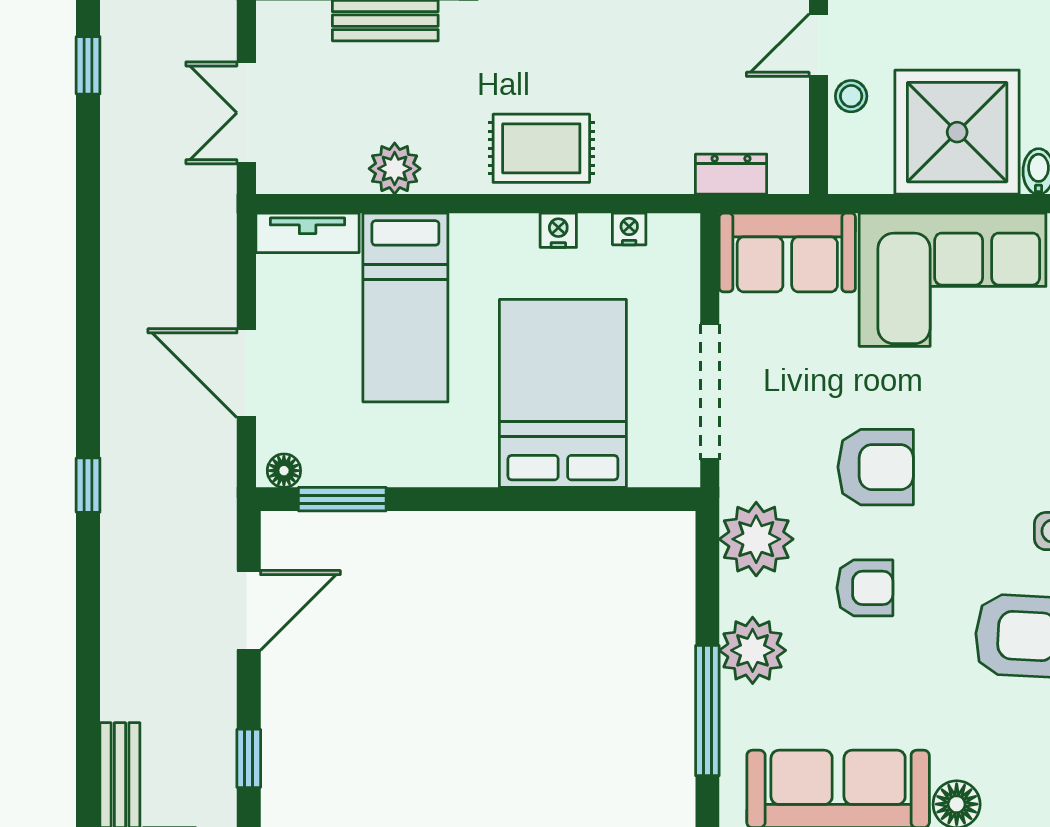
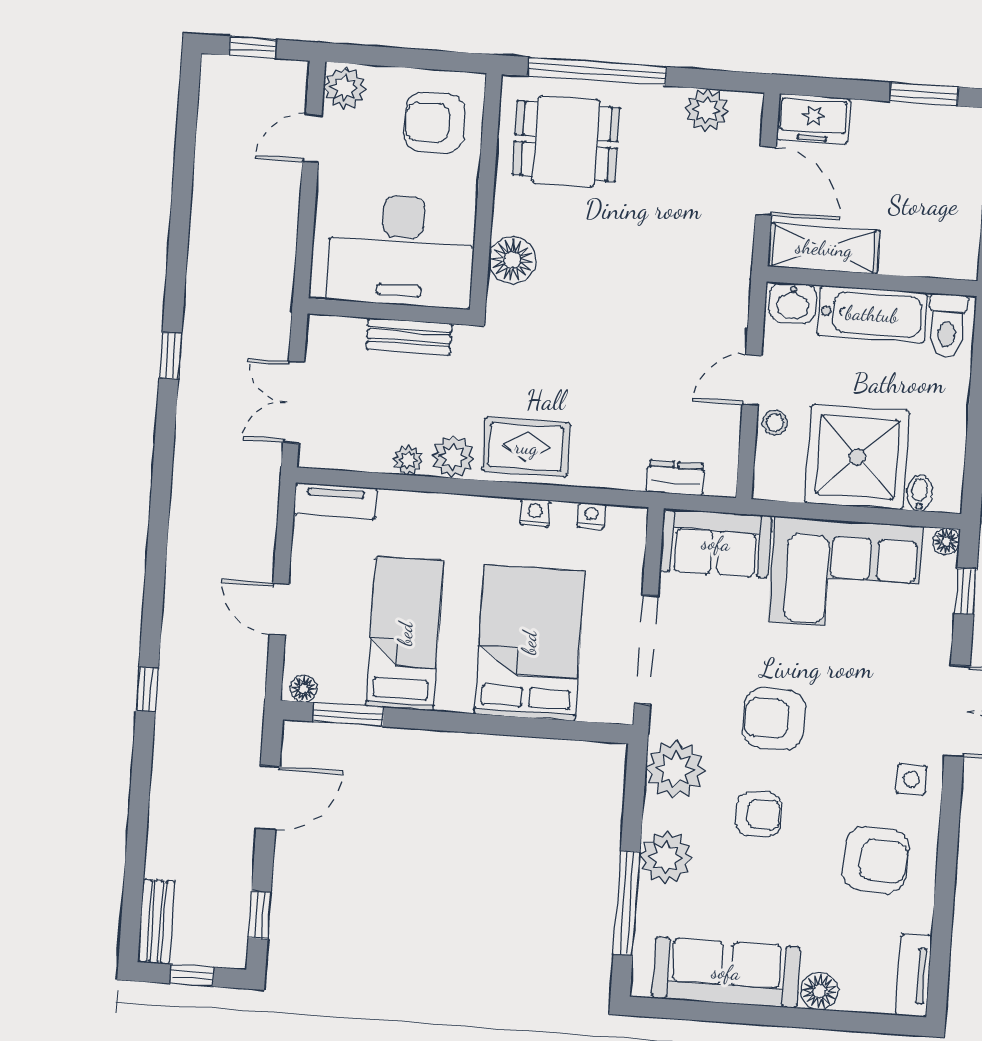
plant: (451, 168) -> (453, 457), added
plant: (395, 169) -> (408, 460), width x0.73, depth x0.73
bed: (405, 308) -> (405, 634), moved, turned 180
door: (246, 373) -> (279, 609), width x0.73
armchair: (876, 467) -> (774, 719), turned 180

